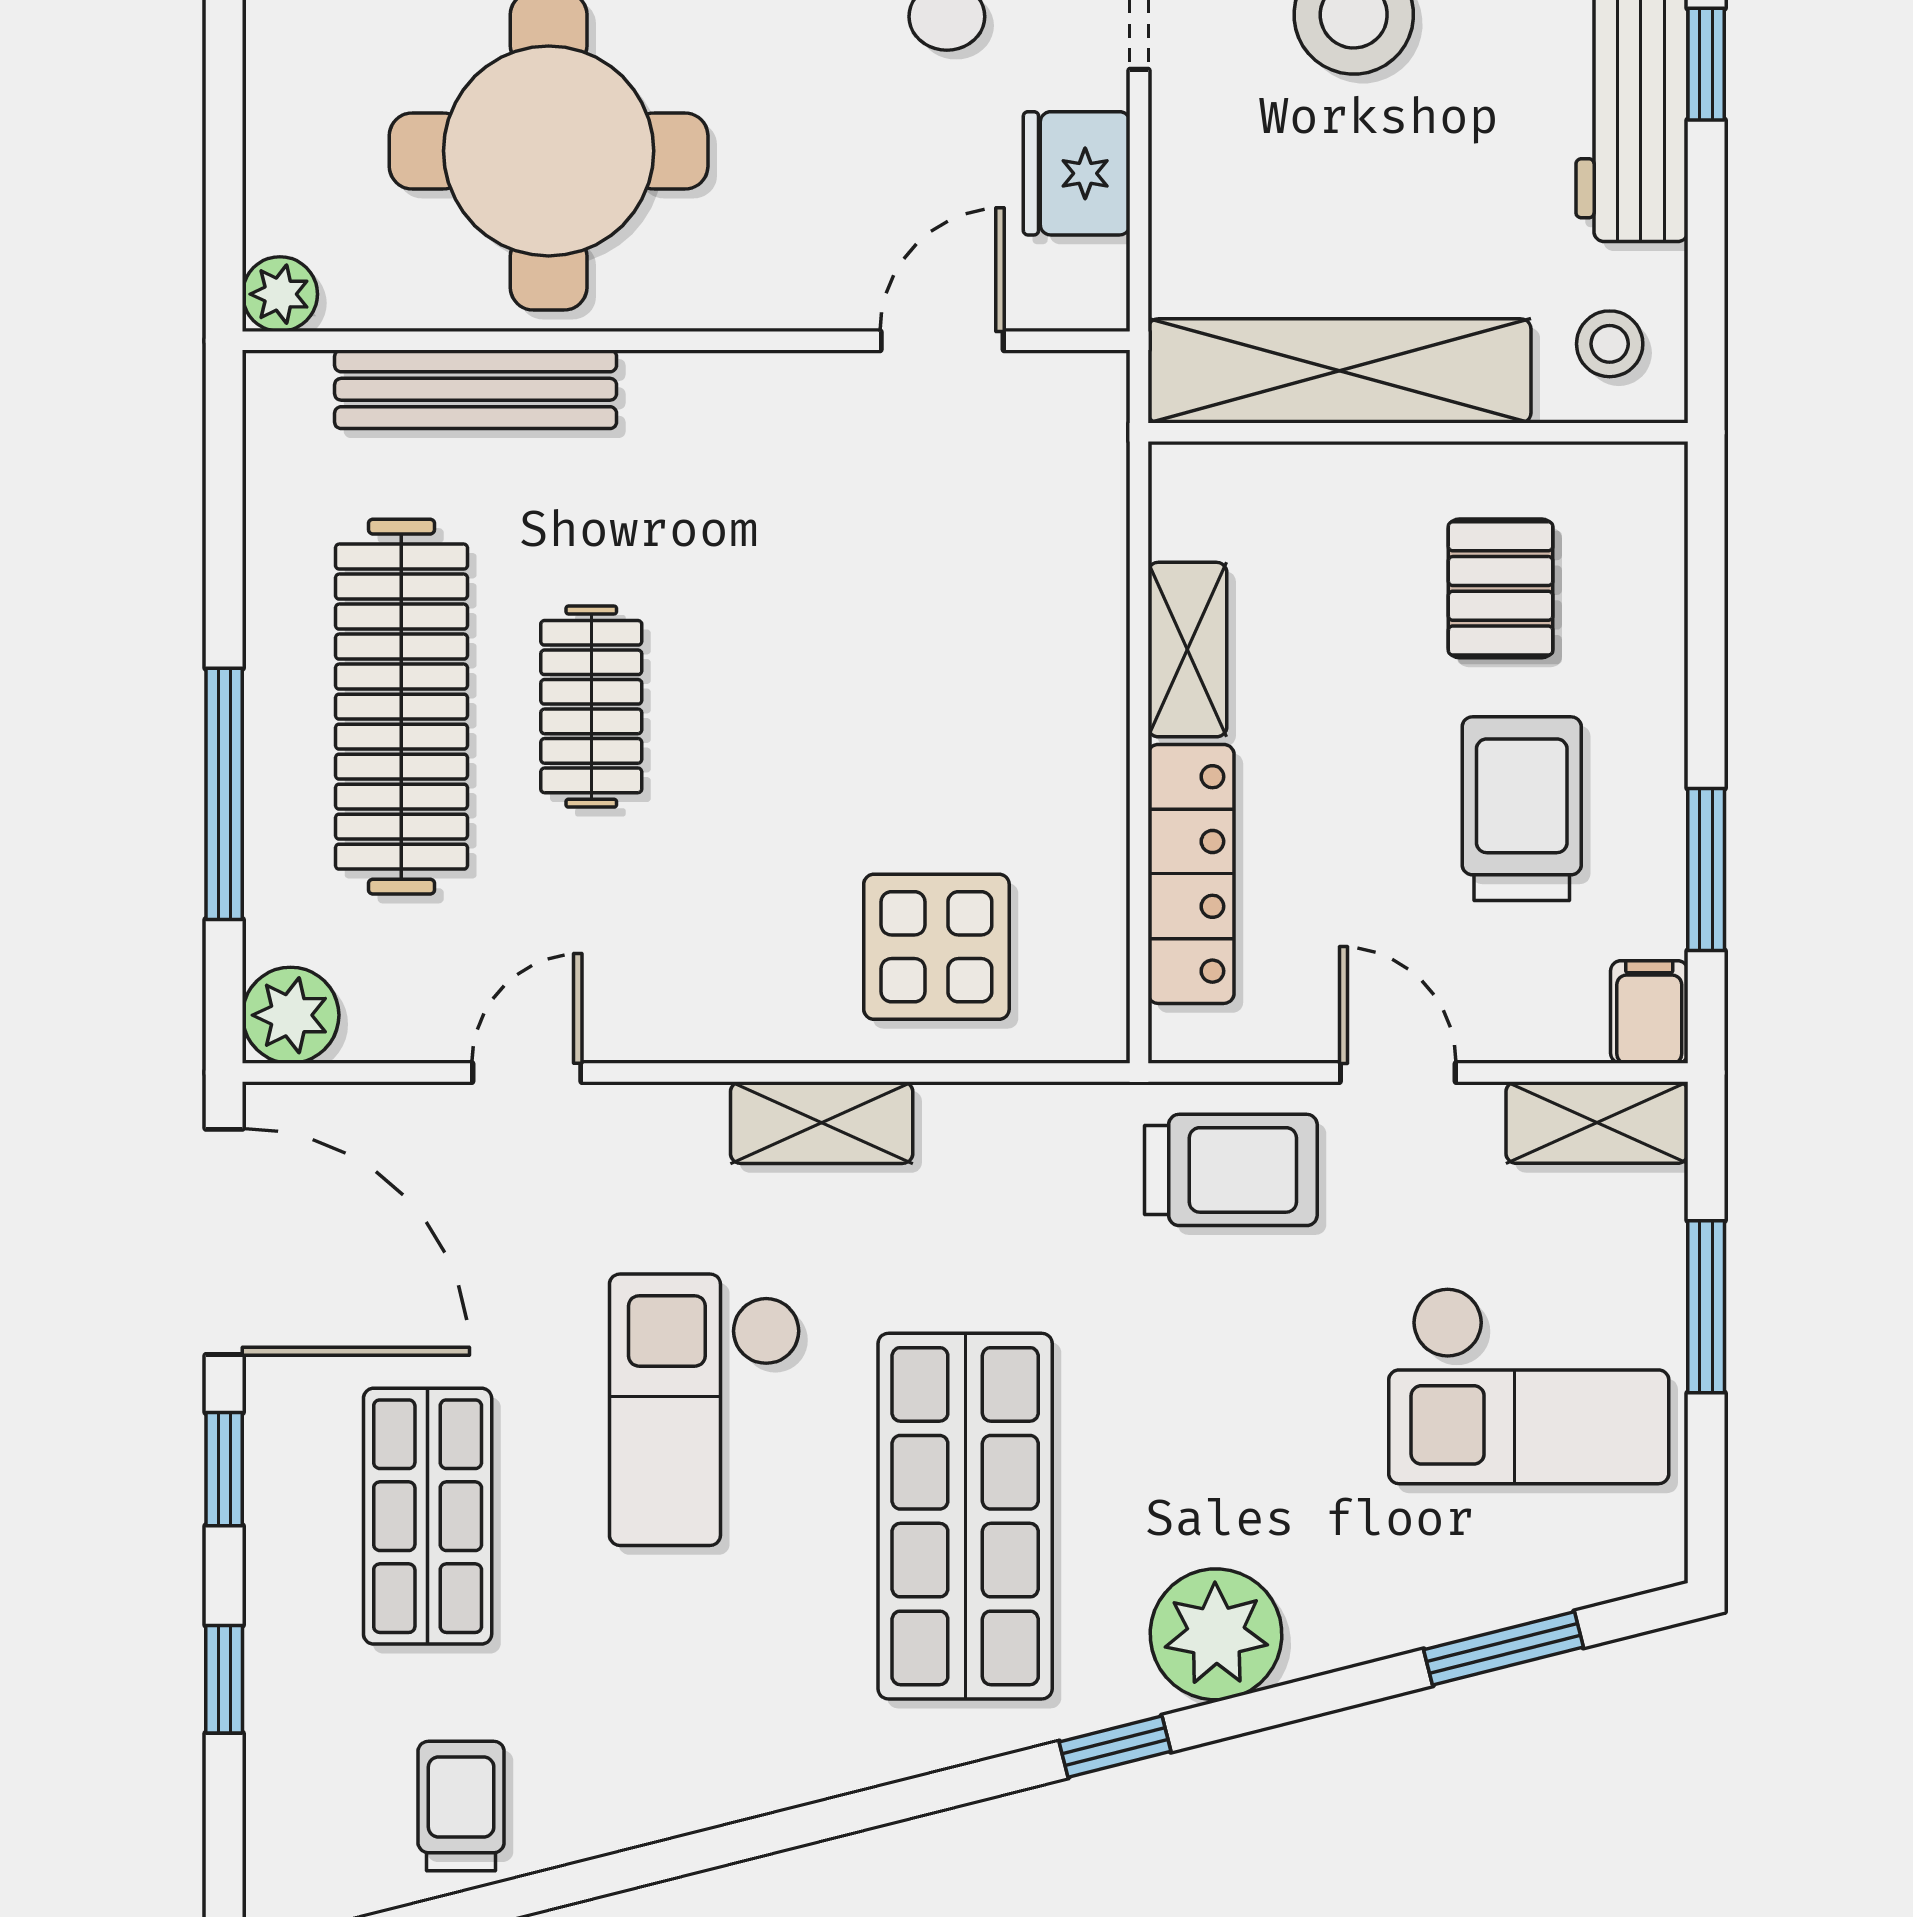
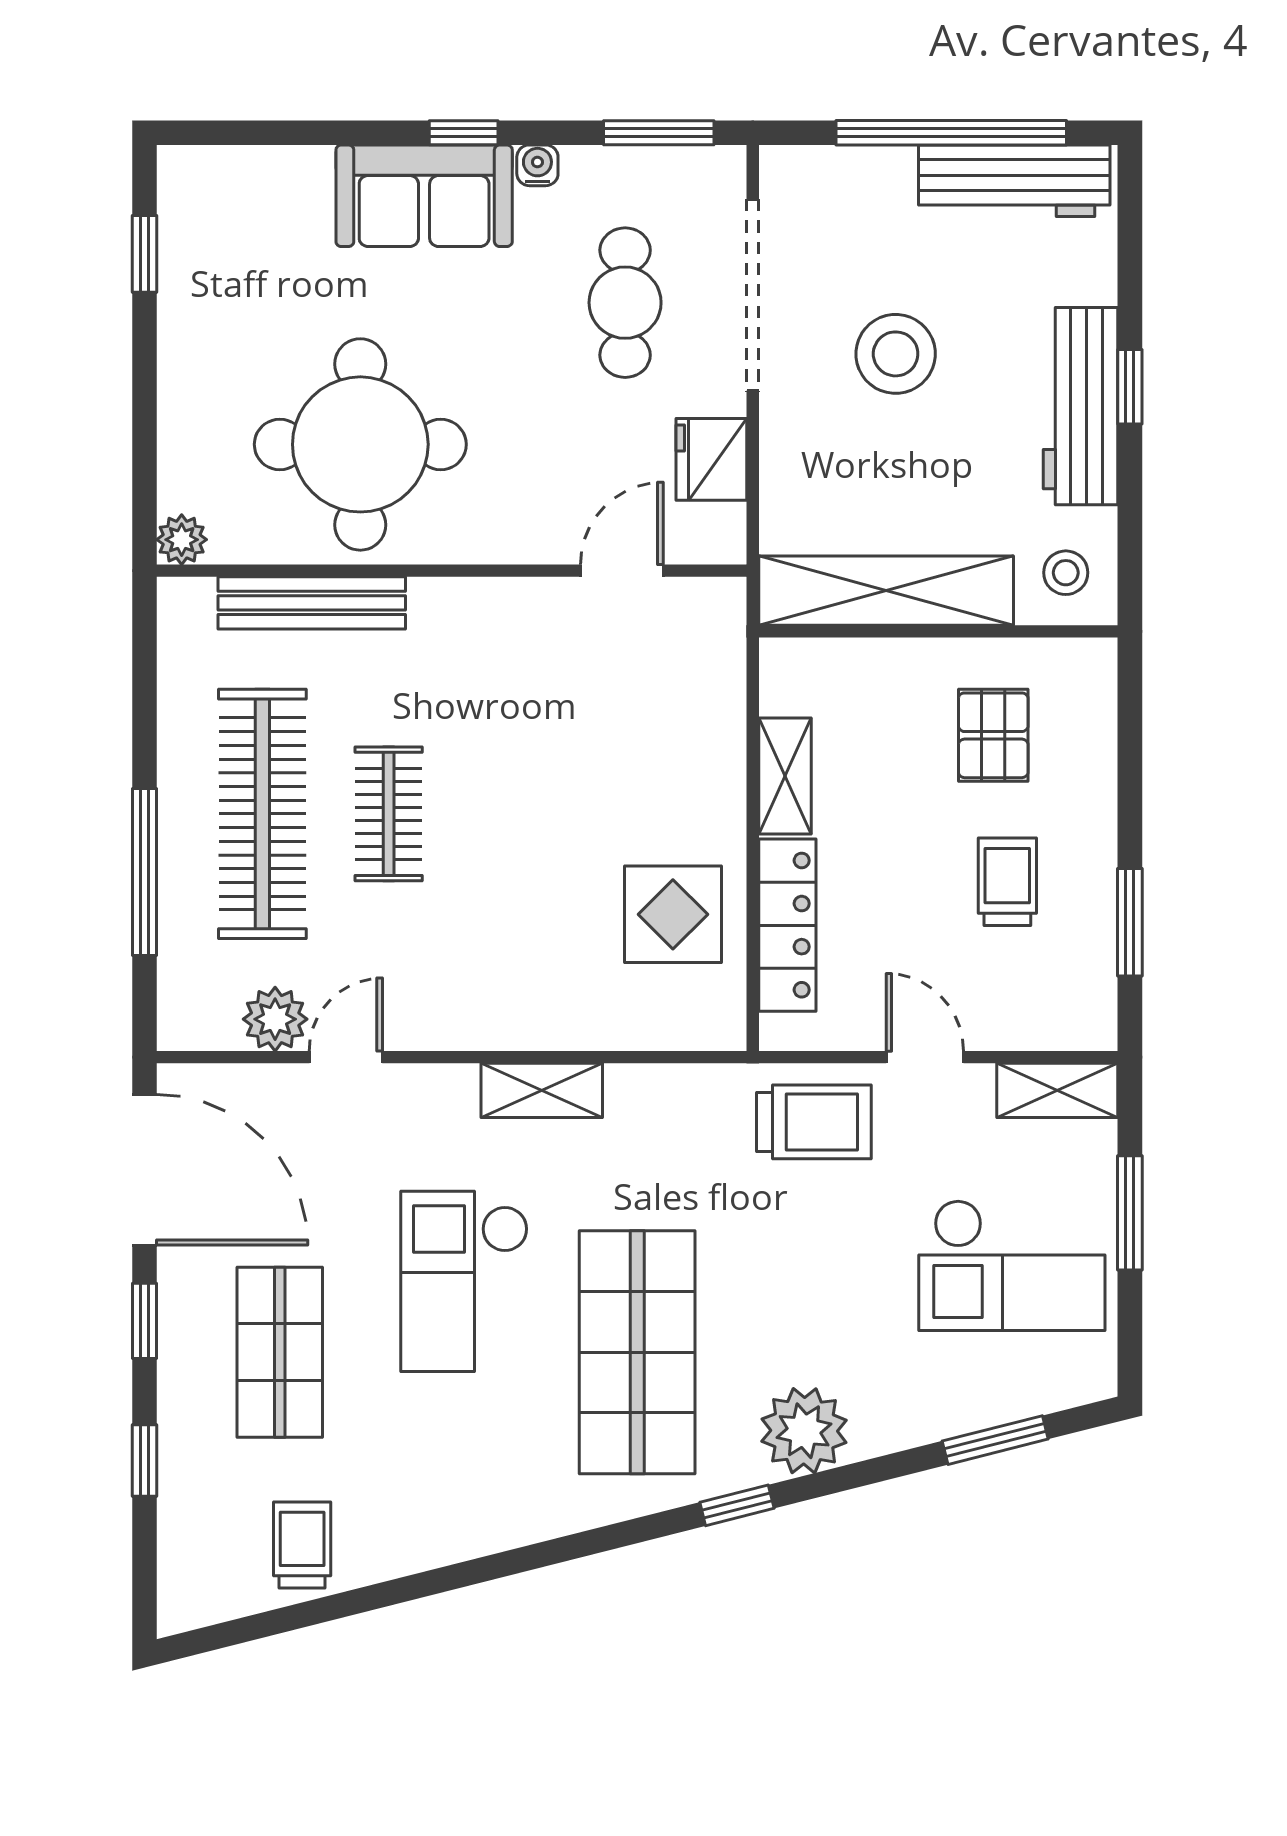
trolley: (1522, 809) -> (1007, 882), width x0.73, depth x0.72
display table: (936, 947) -> (673, 914), moved
filing cabinet: (1649, 1012) -> (1092, 1017), removed
plant: (291, 1015) -> (275, 1019), moved

